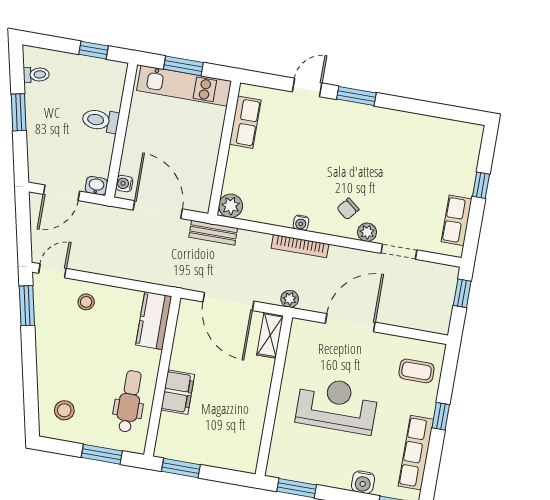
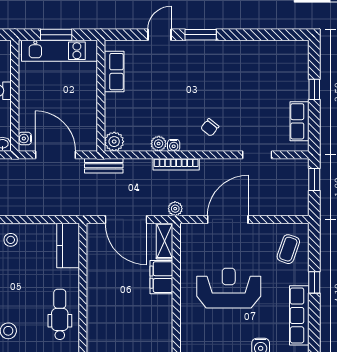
plant: (367, 232) -> (159, 144), moved
coffee table: (416, 371) -> (288, 249), turned -71
filing cabinet: (178, 392) -> (161, 277), moved, turned 180

